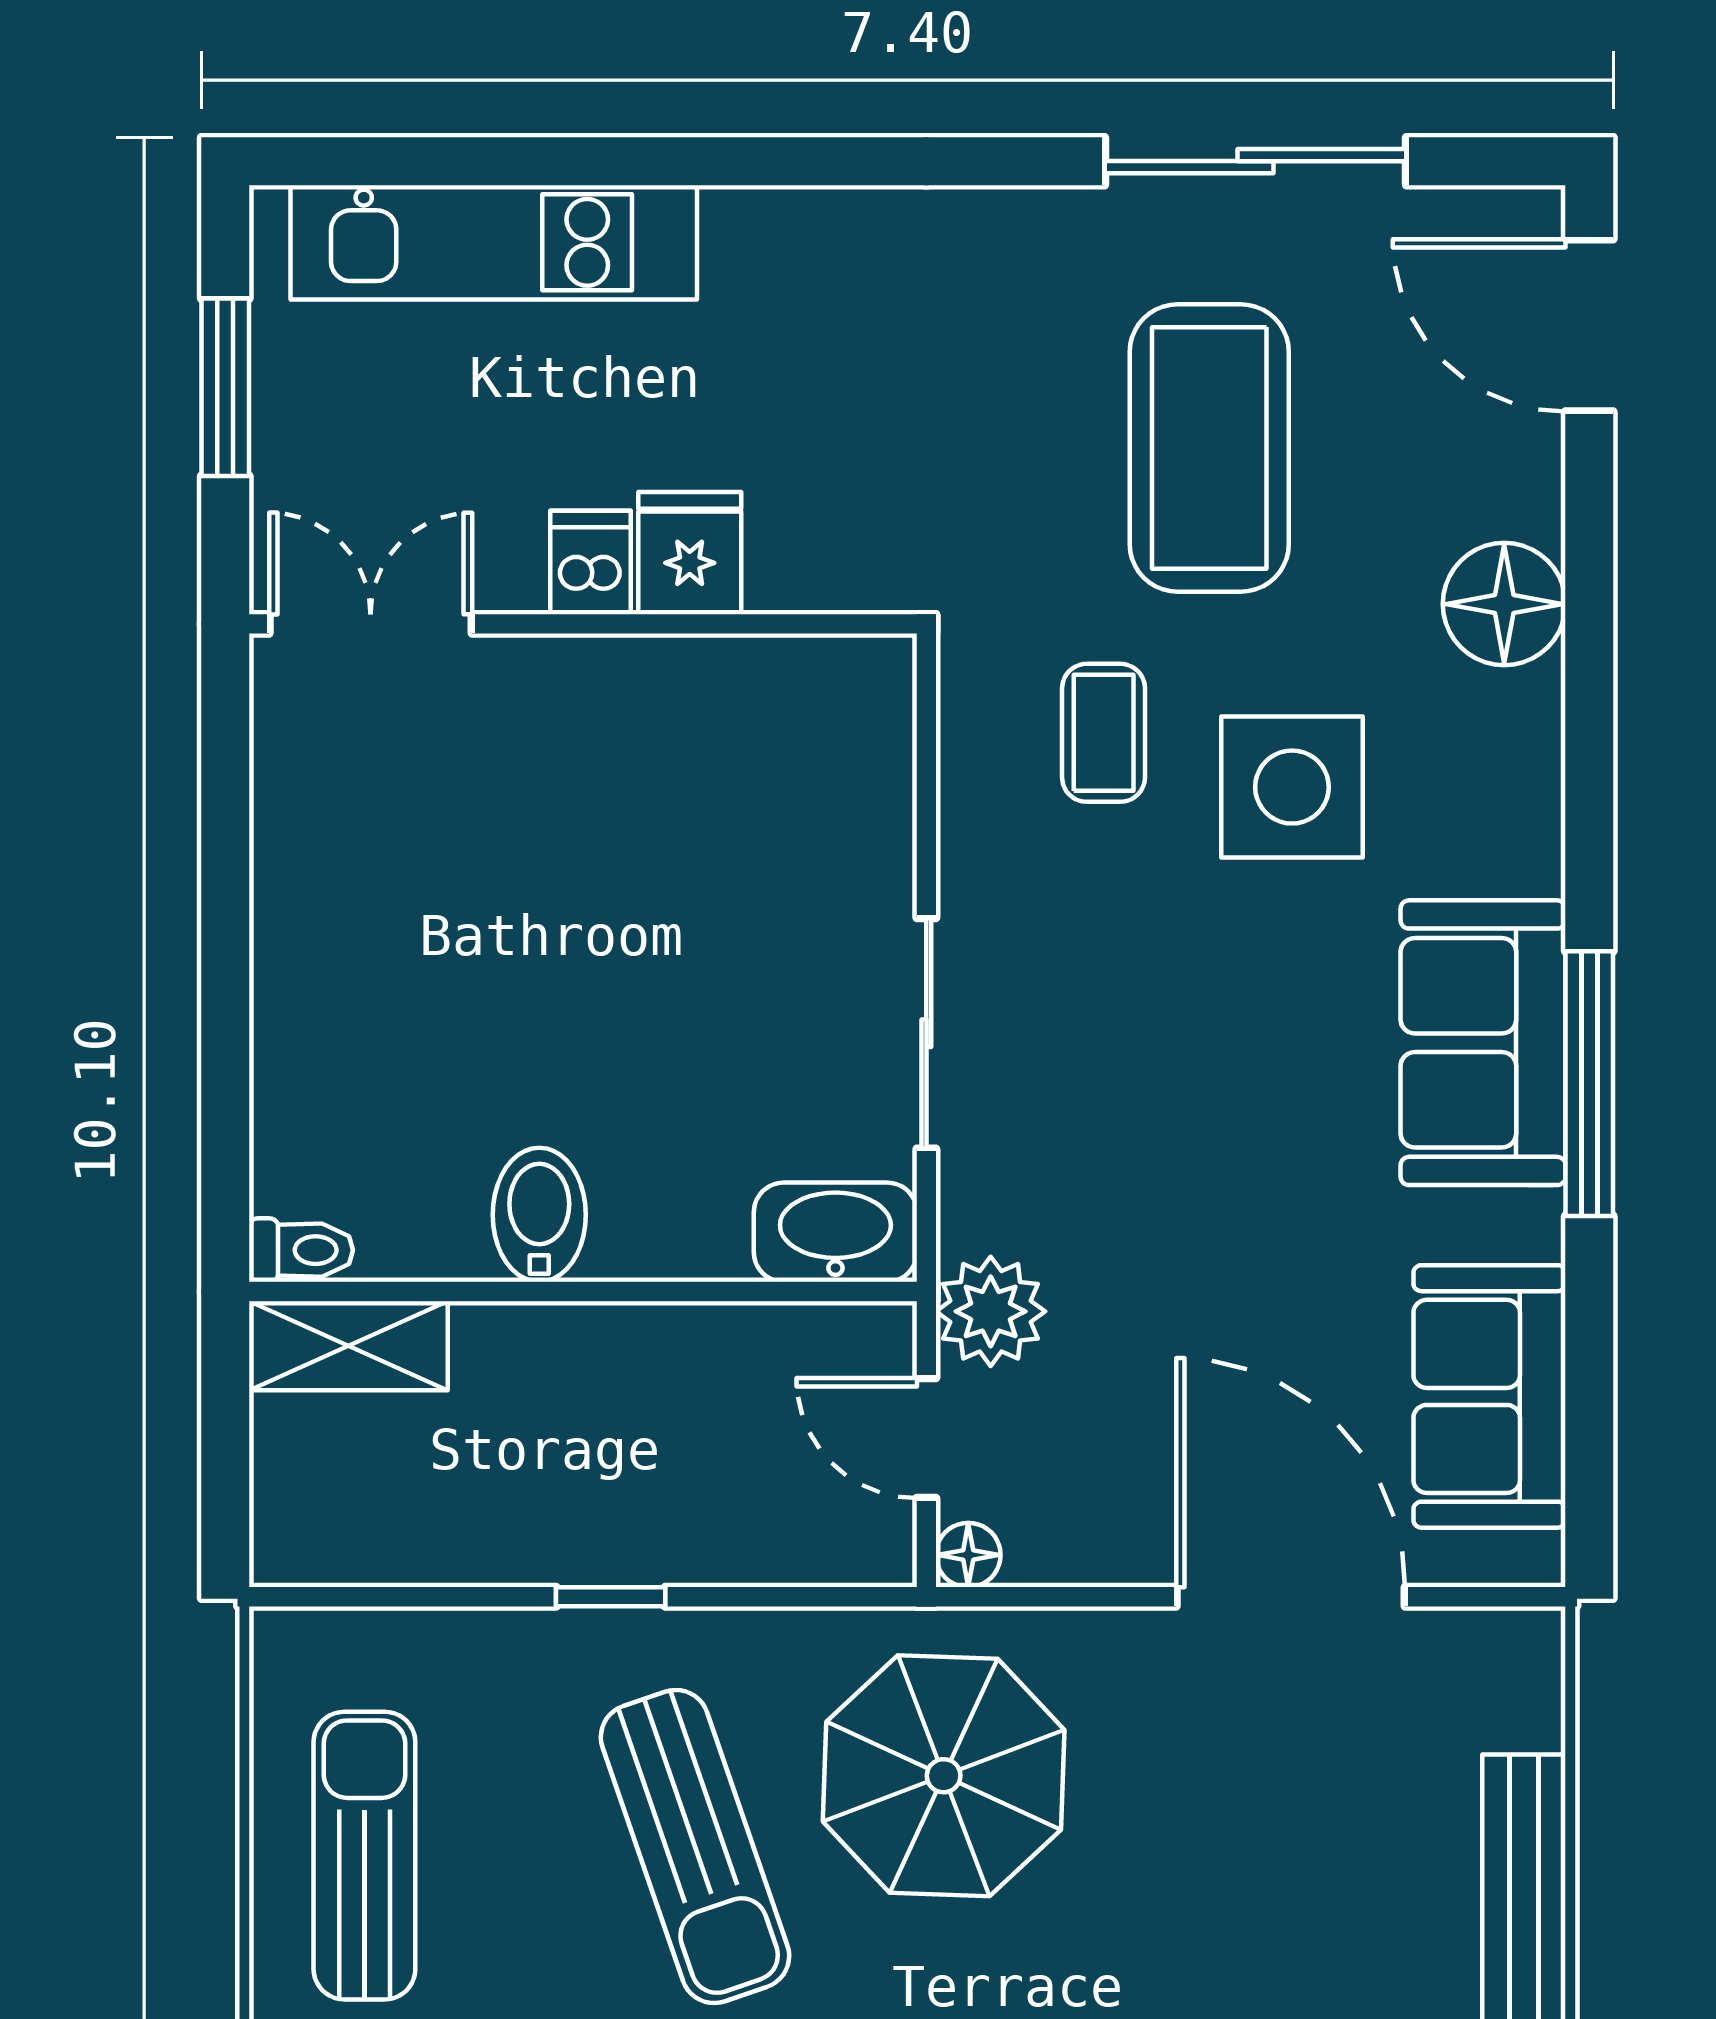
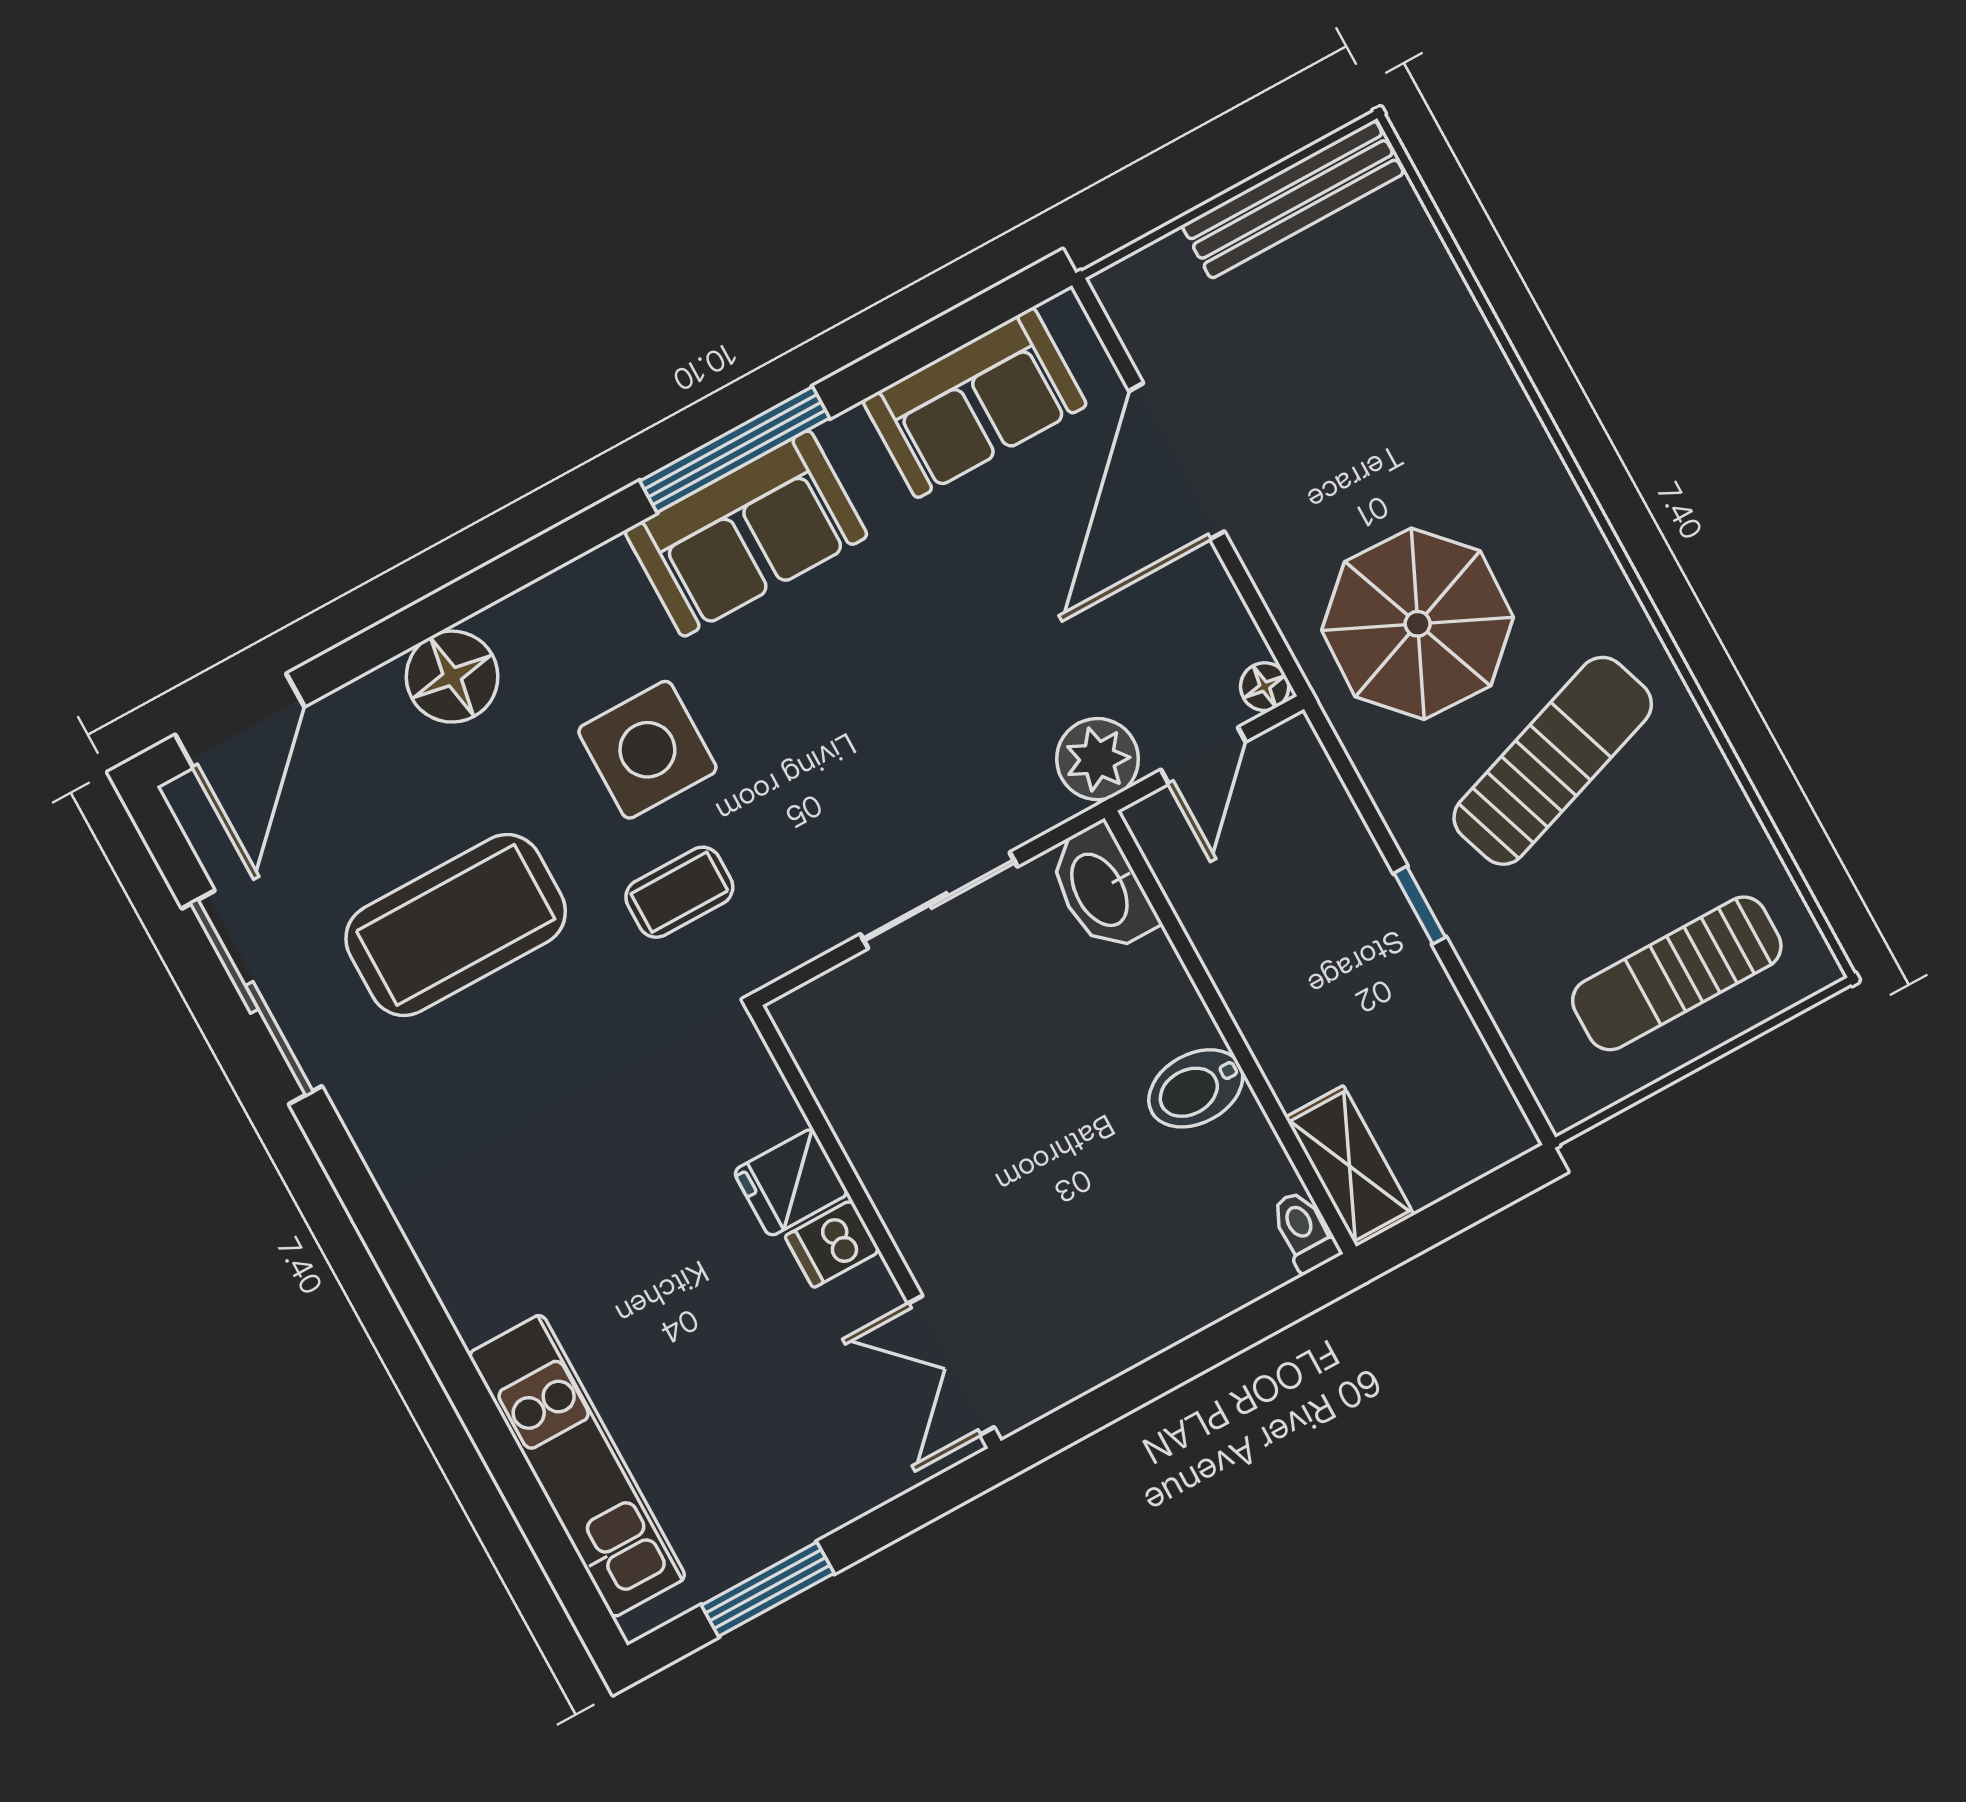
fridge: (690, 553) -> (791, 1182), moved
dishwasher: (591, 563) -> (833, 1244), moved
double door: (371, 624) -> (951, 1365), moved
wall: (583, 624) -> (875, 1227), moved

